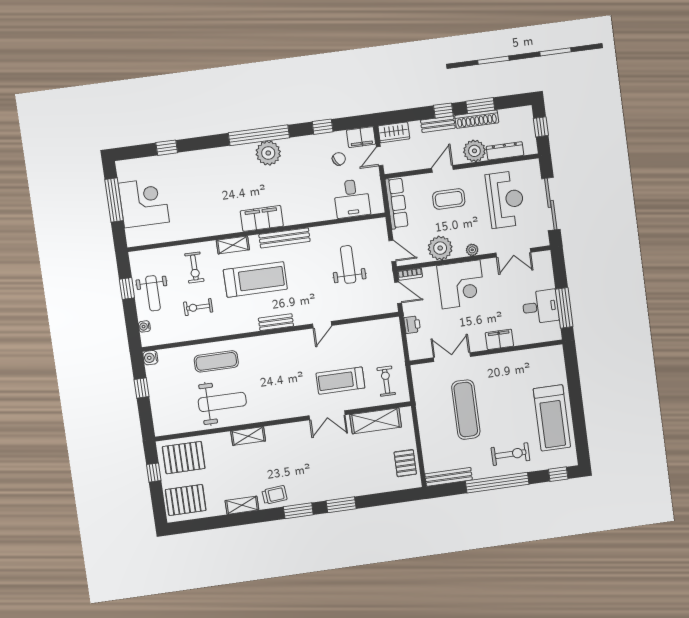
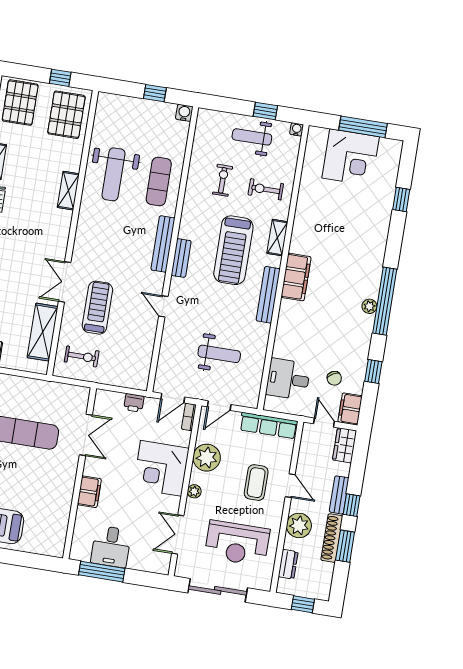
dresser: (505, 151) -> (288, 564), width x0.70
plant: (268, 153) -> (369, 306), width x0.53, depth x0.53
water cooler: (144, 326) -> (297, 129), moved
bench: (269, 341) -> (163, 244), added

